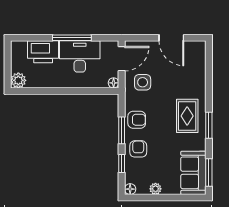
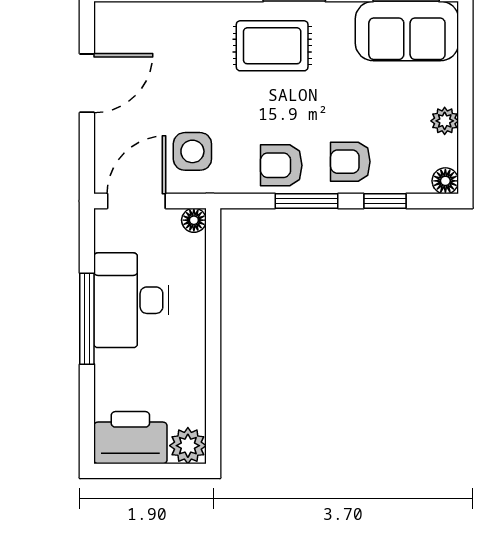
printer: (43, 52) -> (130, 438), moved, turned -90
door: (122, 59) -> (136, 201), hinge flipped
armchair: (137, 120) -> (281, 165), turned -90

